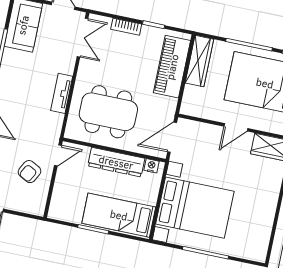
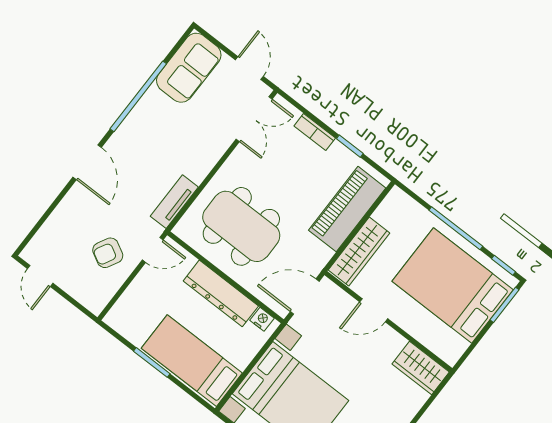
wardrobe: (199, 61) -> (359, 251), moved
tv unit: (62, 93) -> (174, 202), moved
door: (236, 127) -> (374, 310), moved

